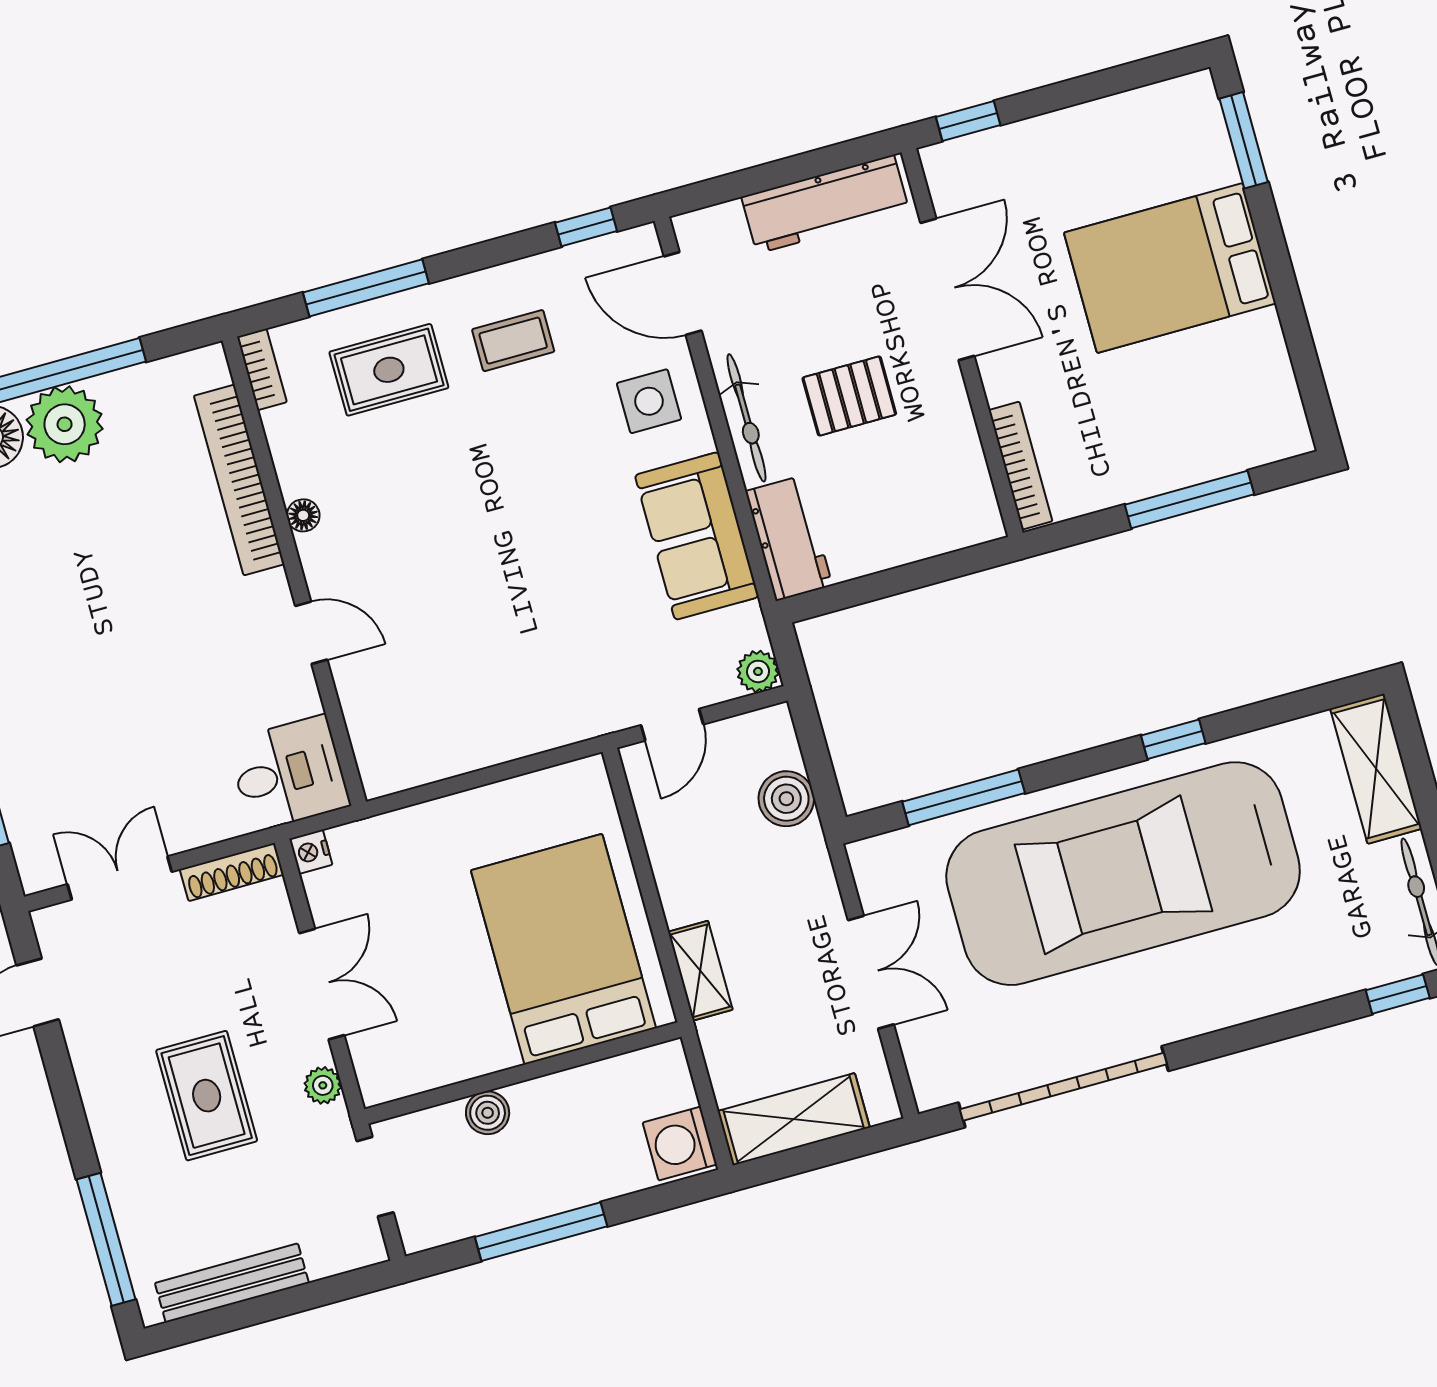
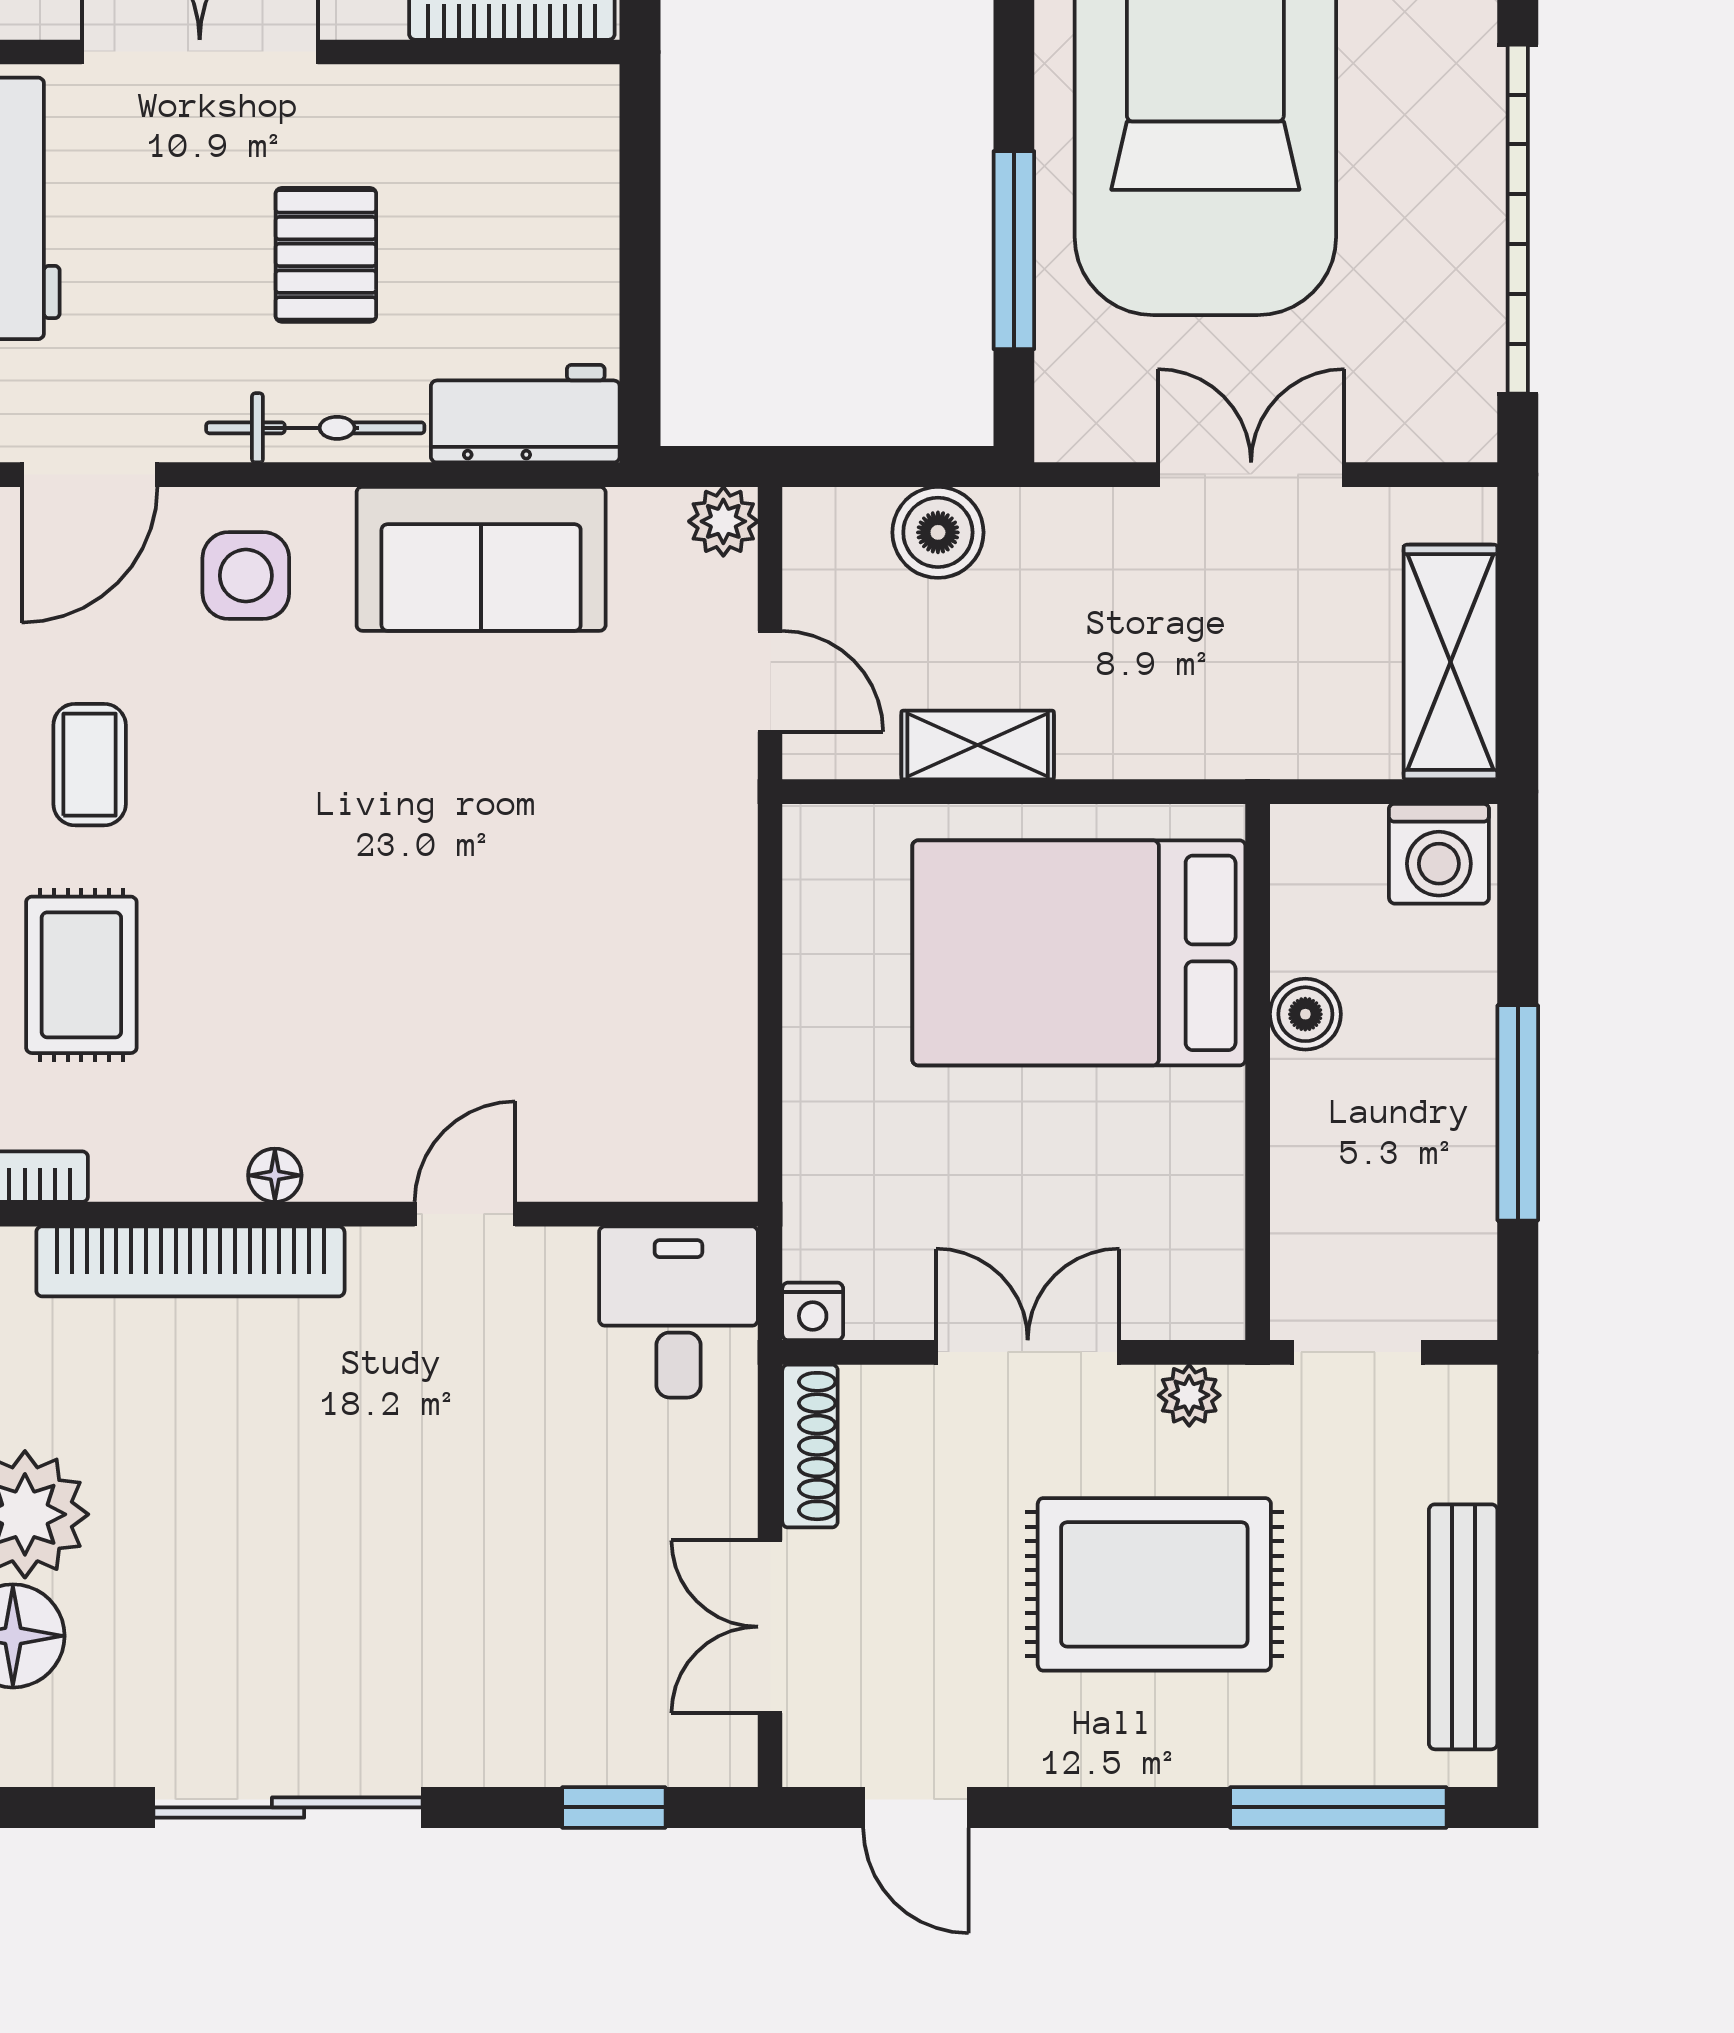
shelving: (700, 971) -> (978, 745), moved
rug: (207, 1096) -> (1154, 1584), width x1.36, depth x1.43
boiler: (488, 1113) -> (1305, 1014), moved

